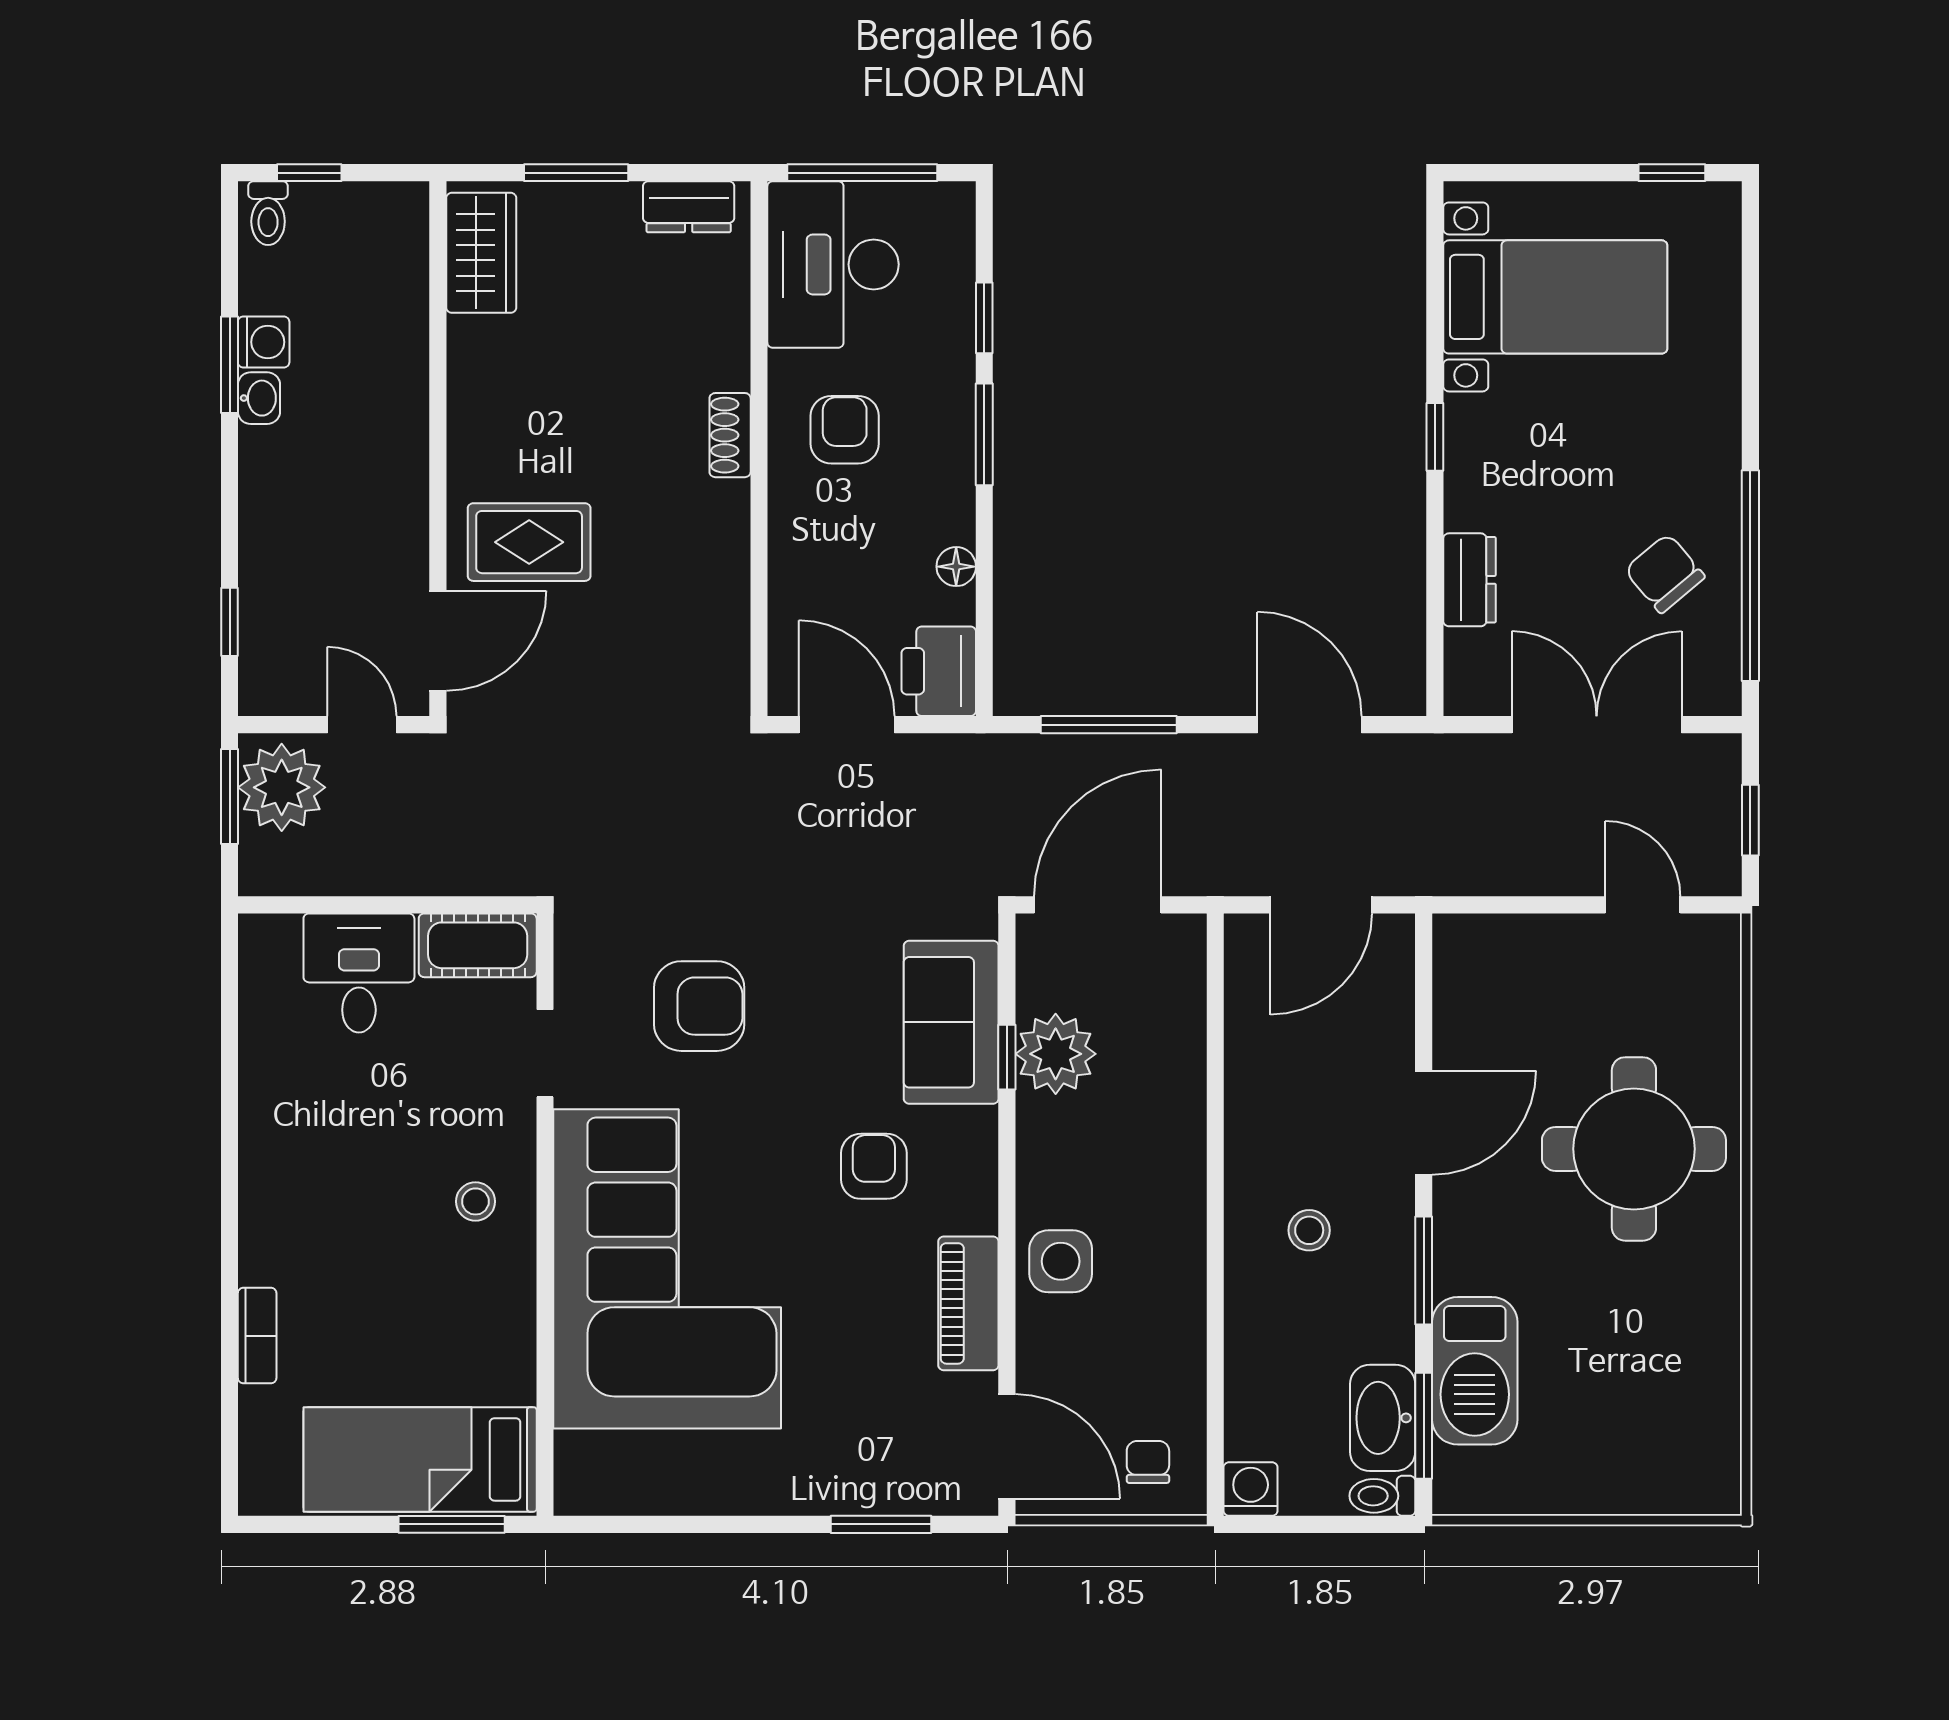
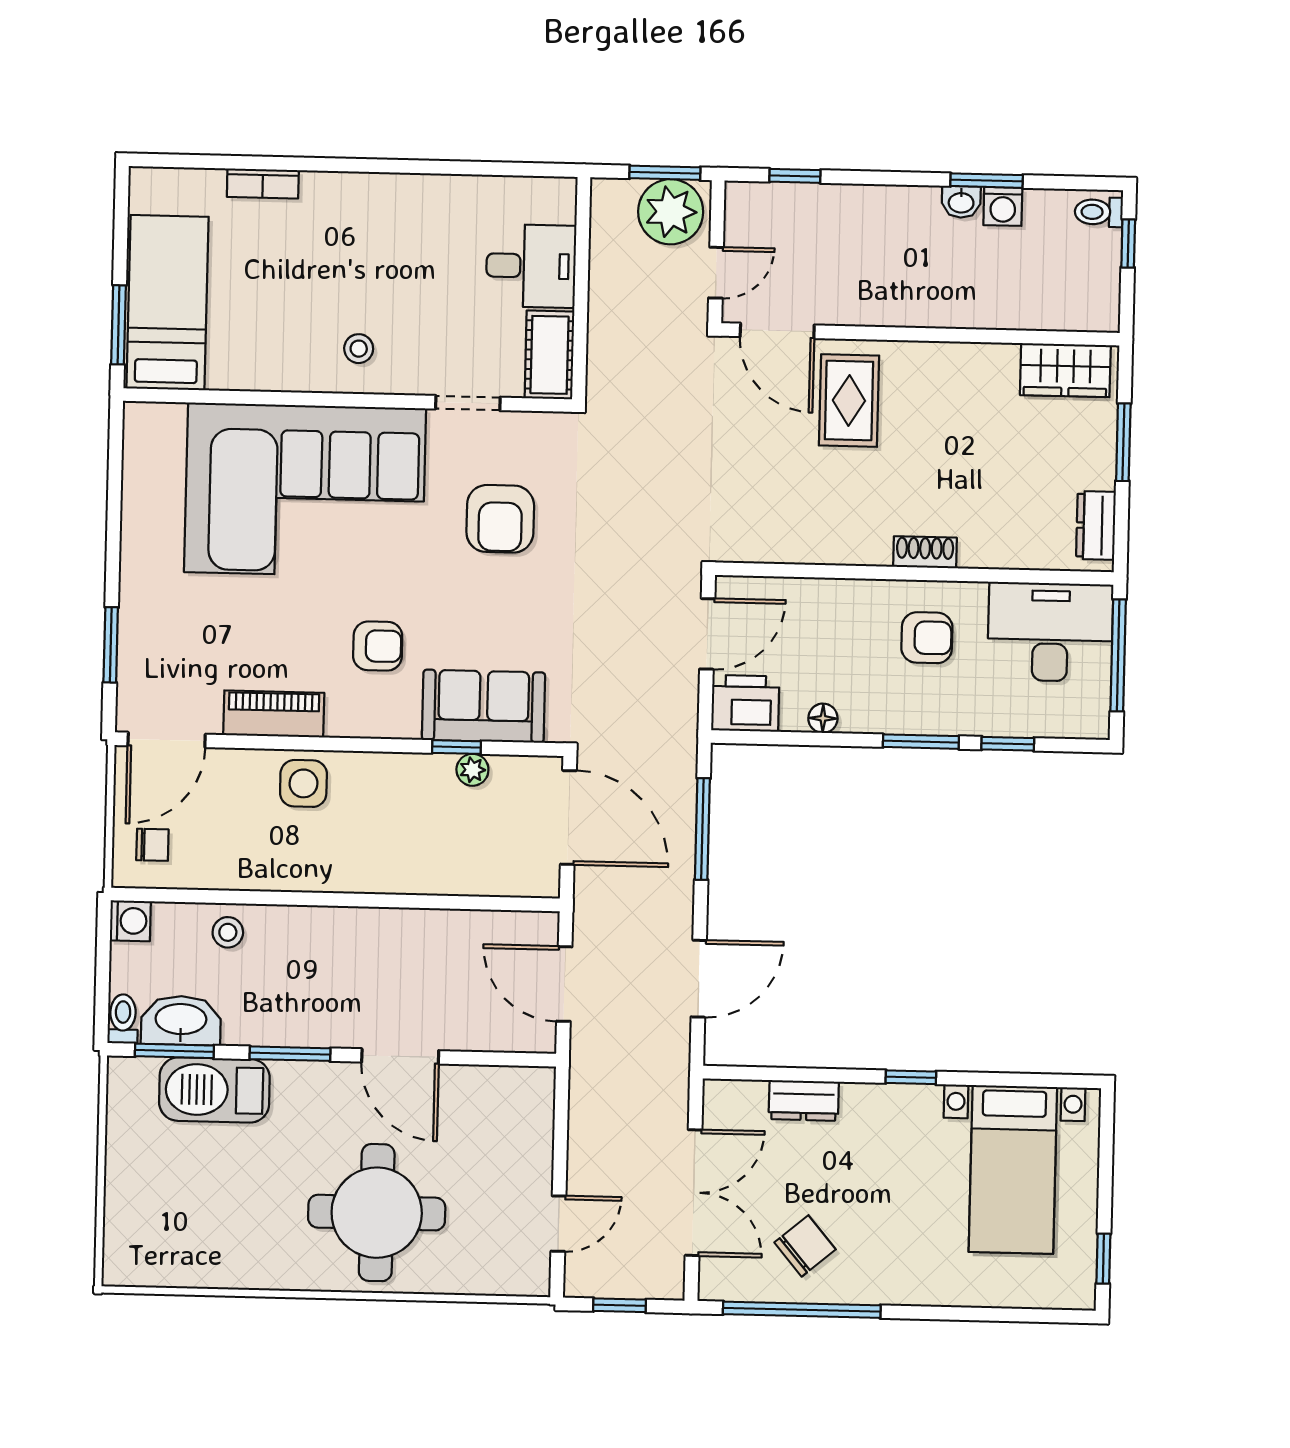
plant: (1056, 1054) -> (472, 770), width x0.53, depth x0.53
stool: (1309, 1230) -> (228, 932), moved

